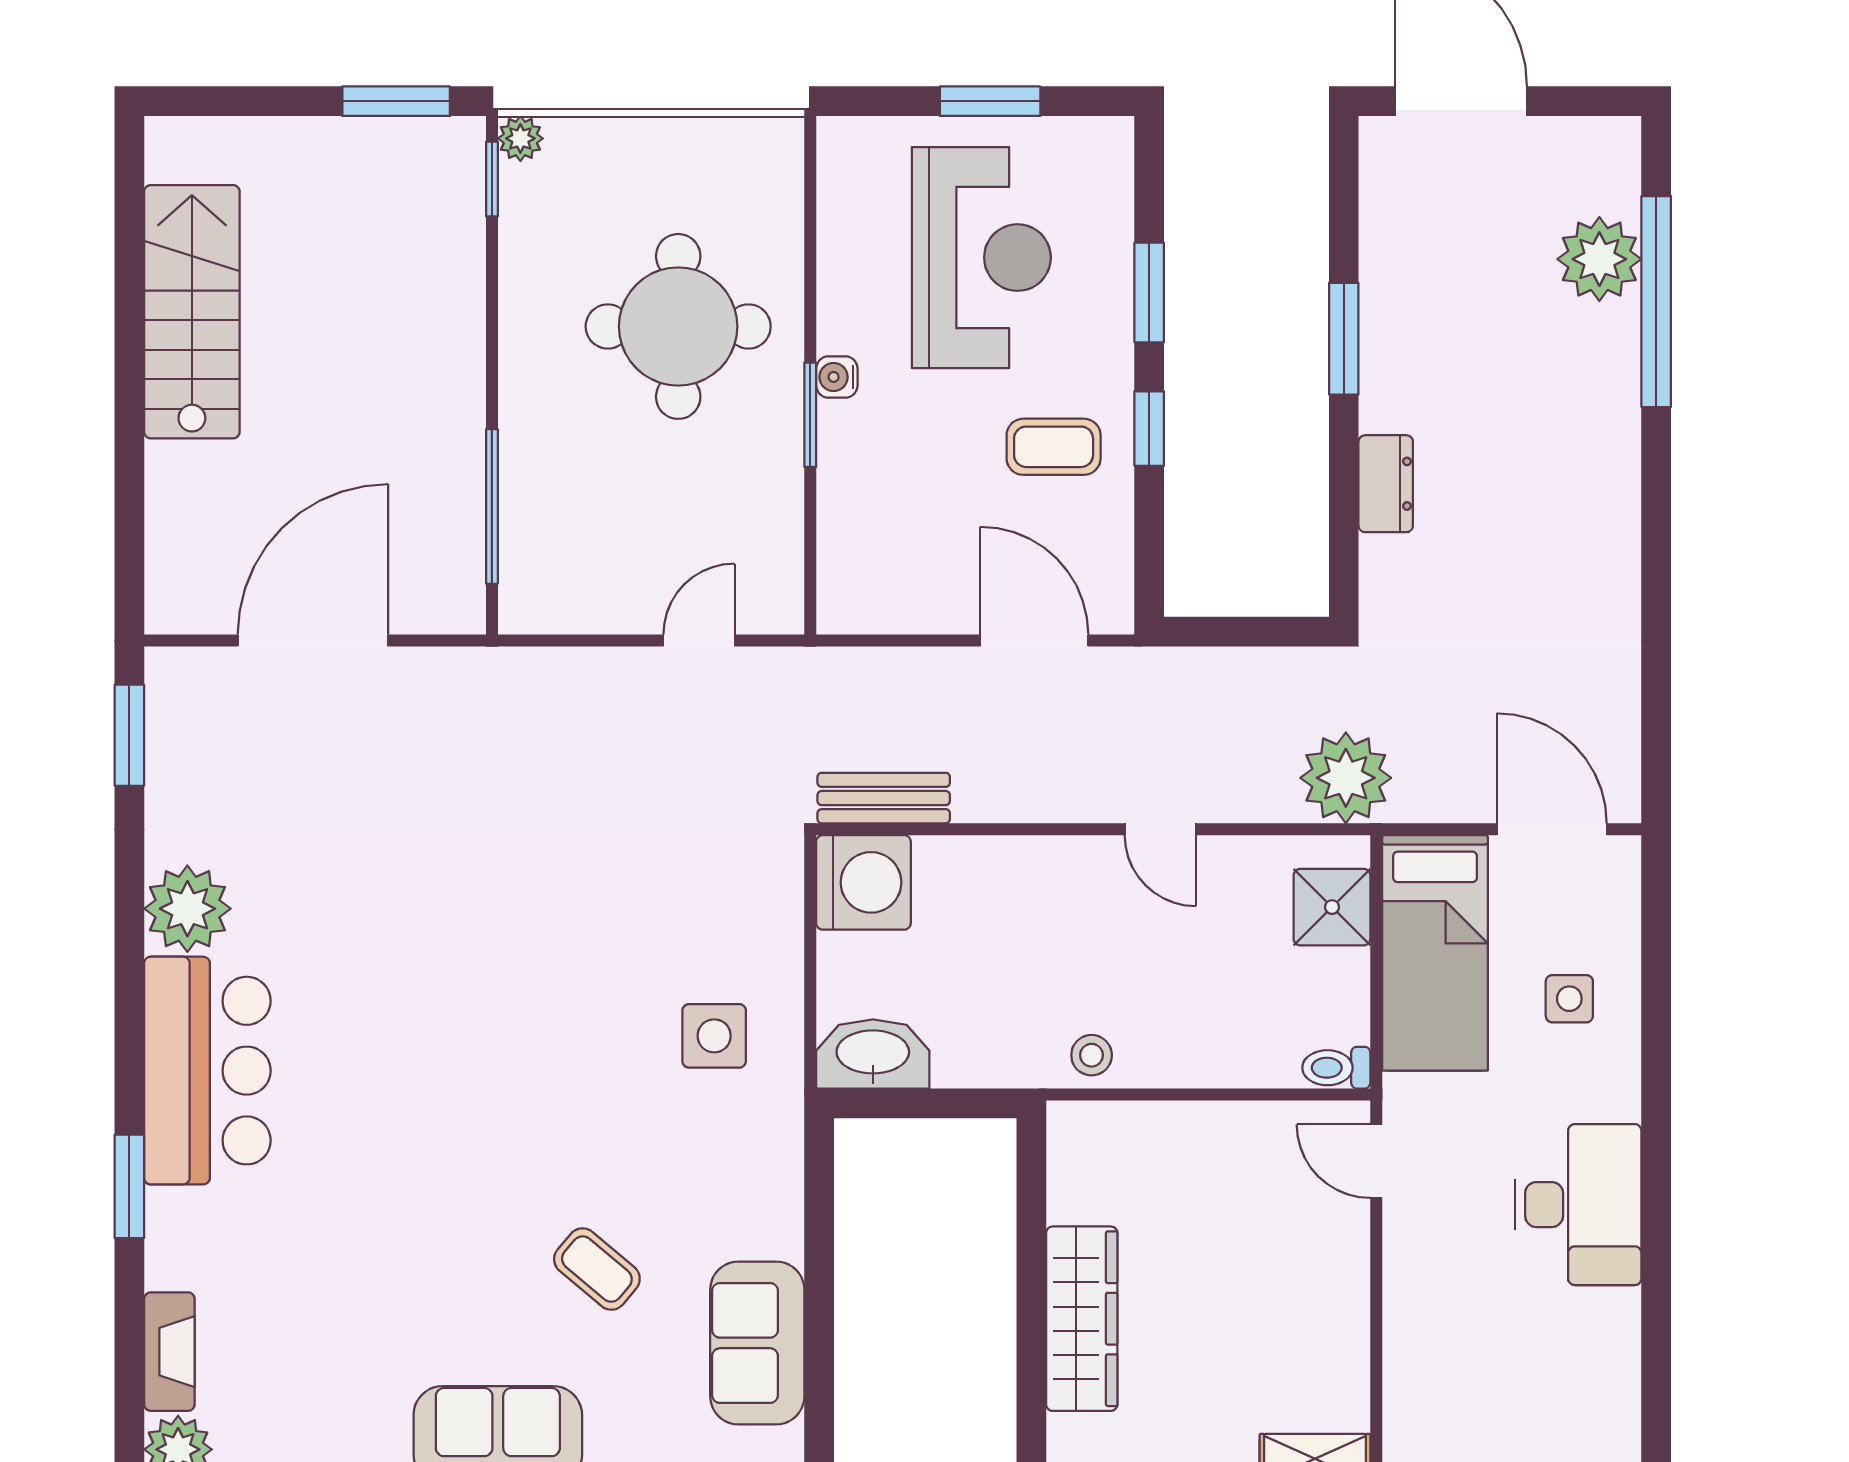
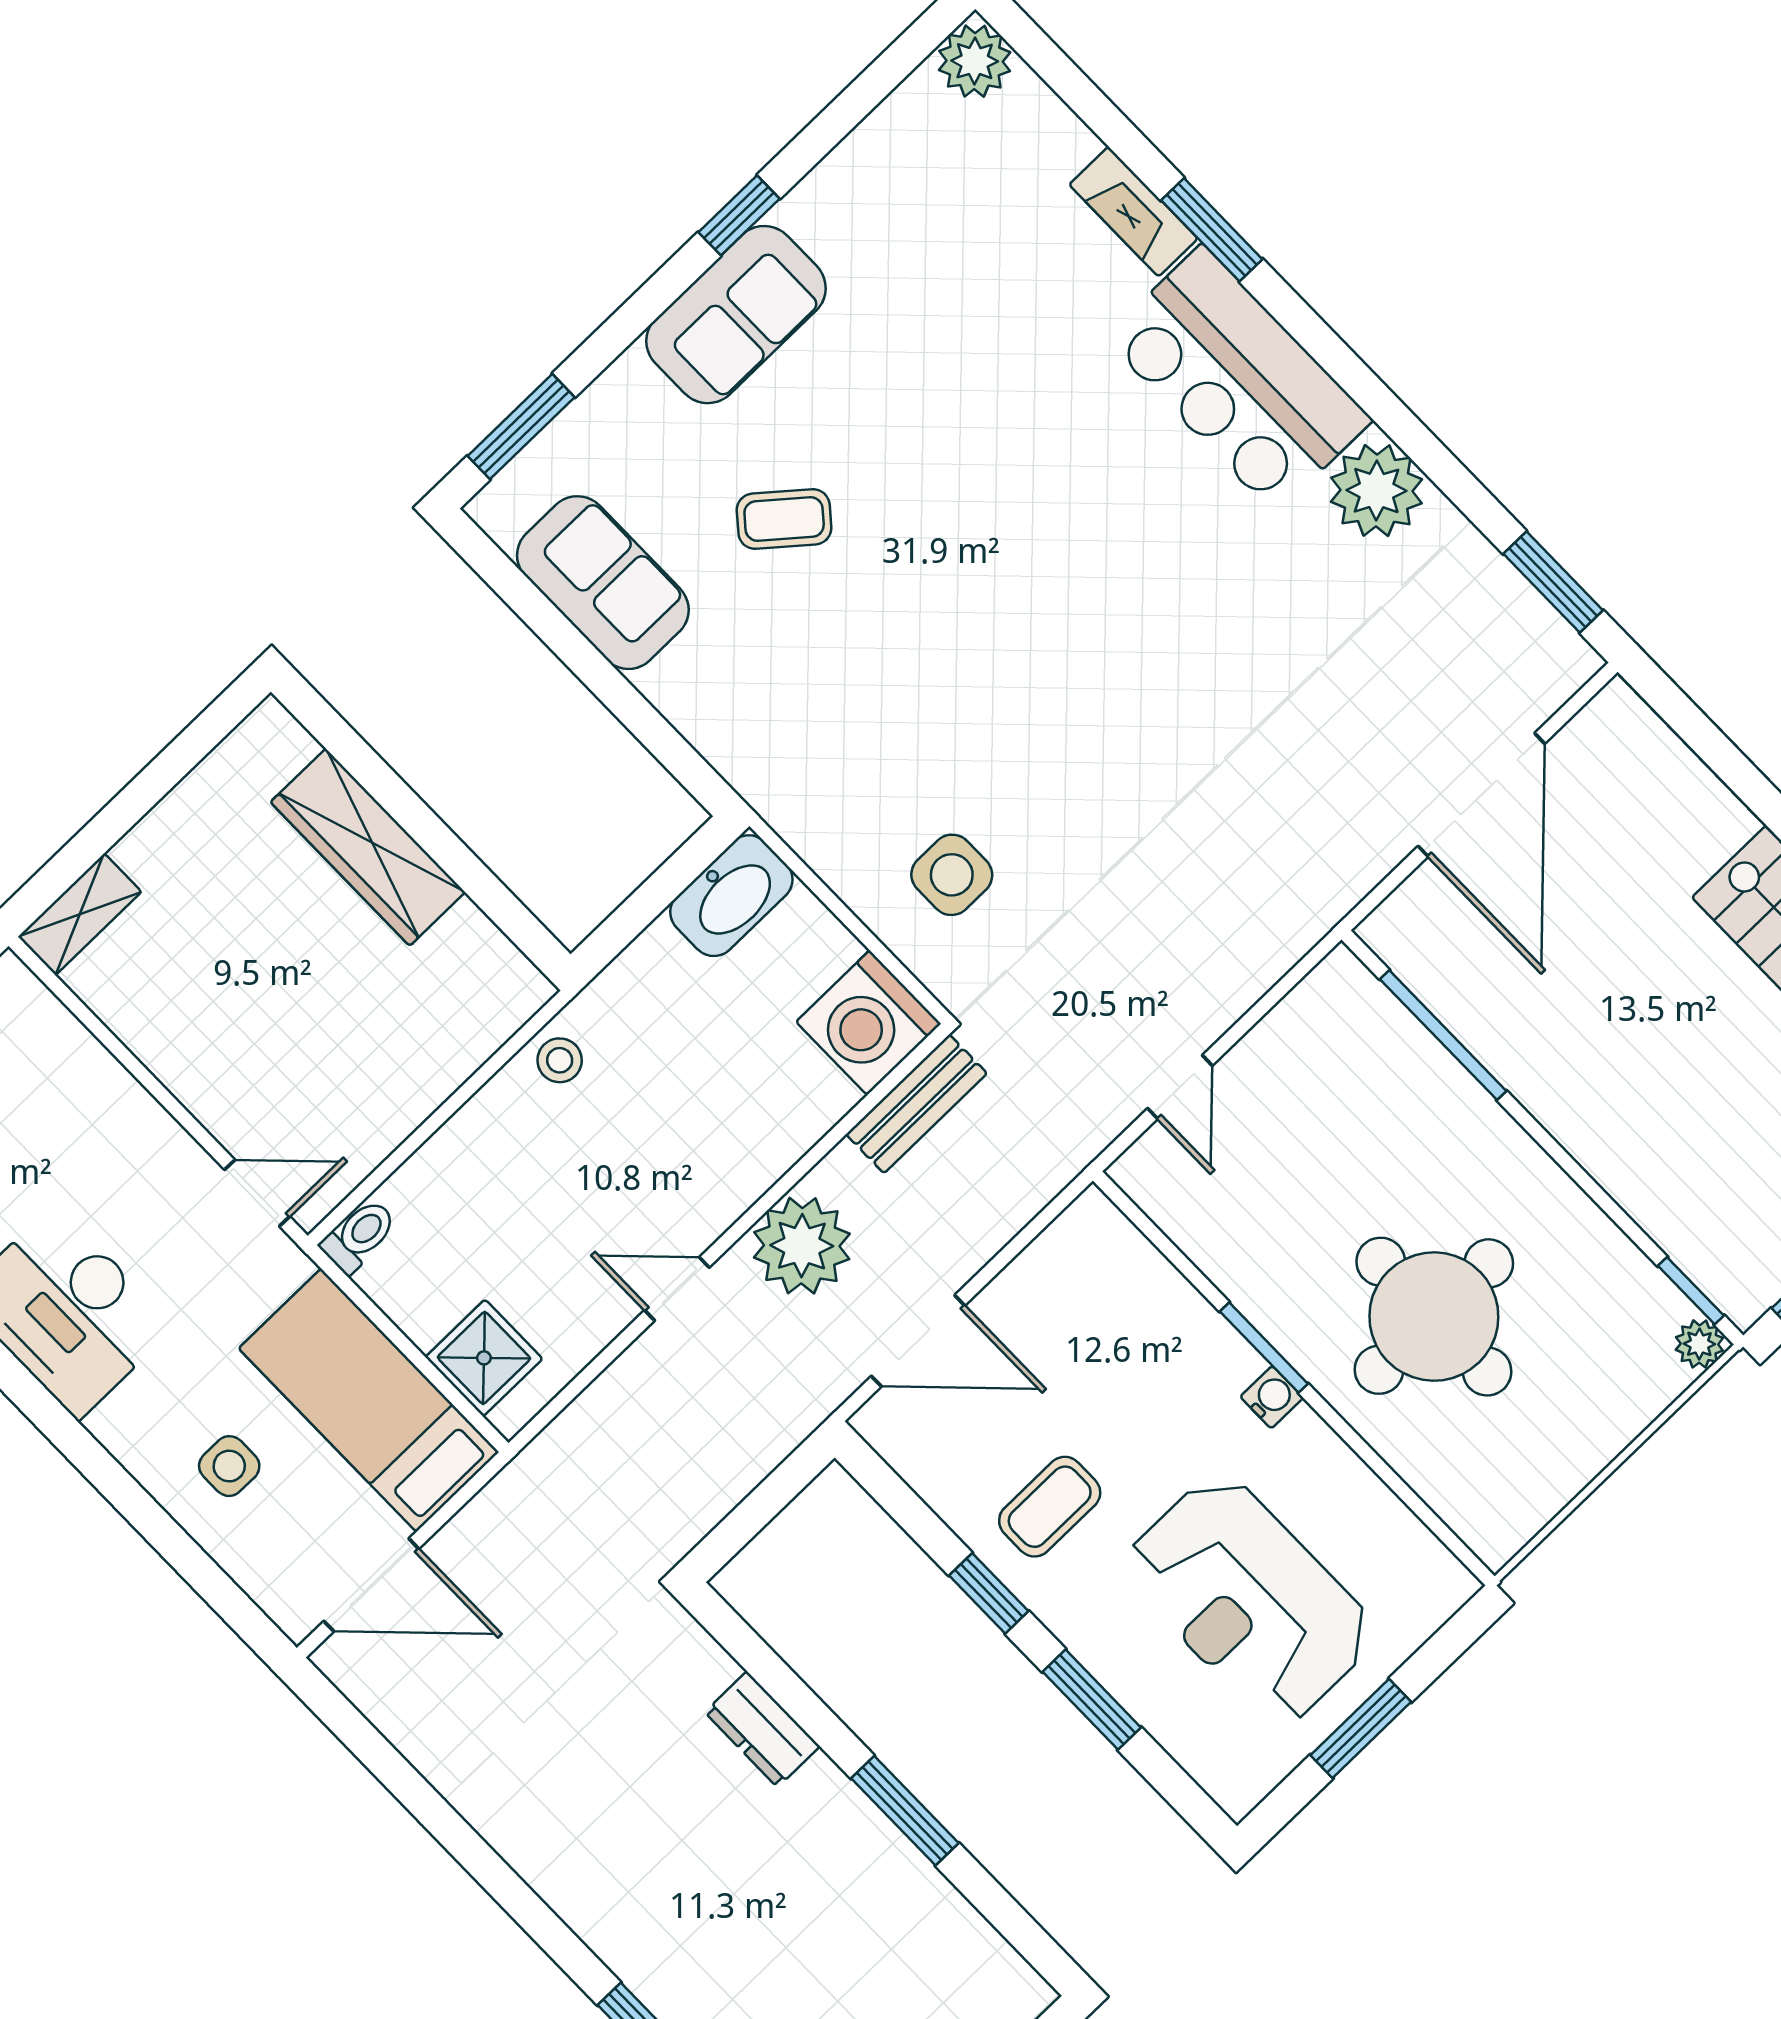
plant: (1346, 778) -> (802, 1246), moved
side table: (714, 1036) -> (952, 875), moved
fireplace: (169, 1352) -> (1133, 212), moved

